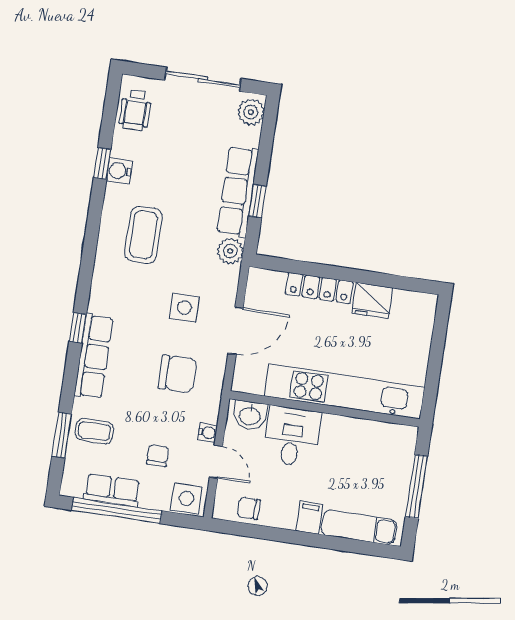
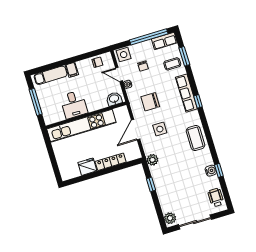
row of seats: (238, 191) -> (160, 185), removed
coffee table: (143, 235) -> (195, 138), moved
desk: (292, 436) -> (74, 104), moved
row of seats: (112, 490) -> (164, 41), moved

